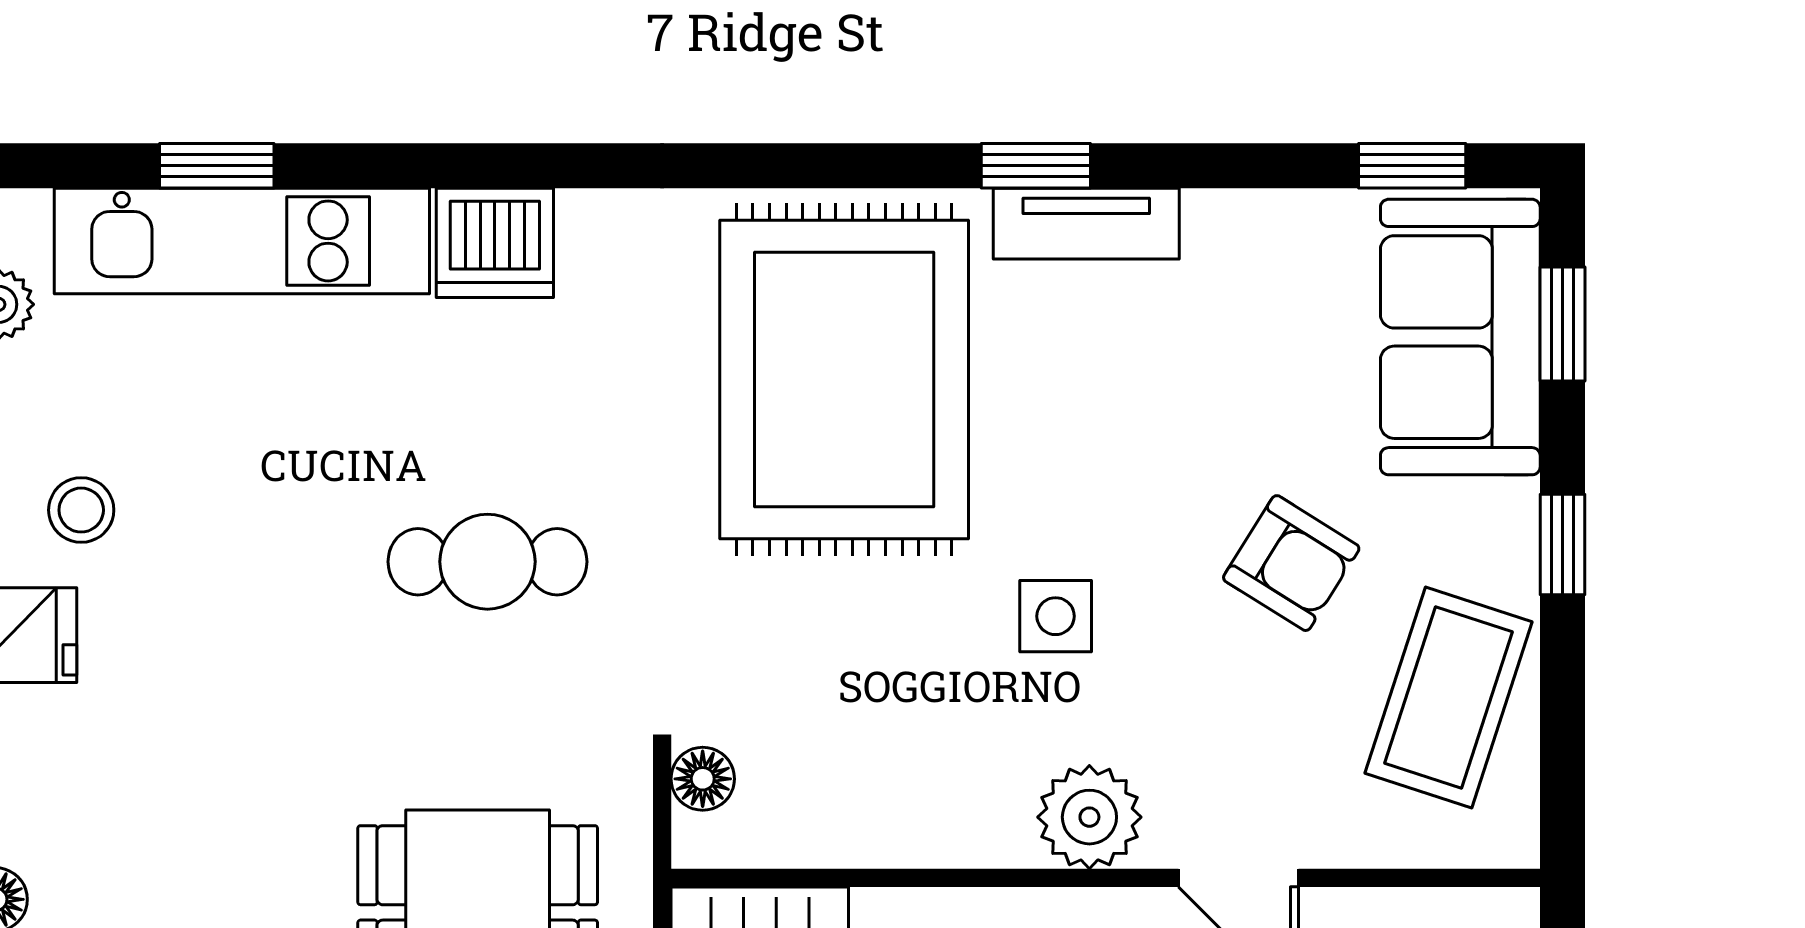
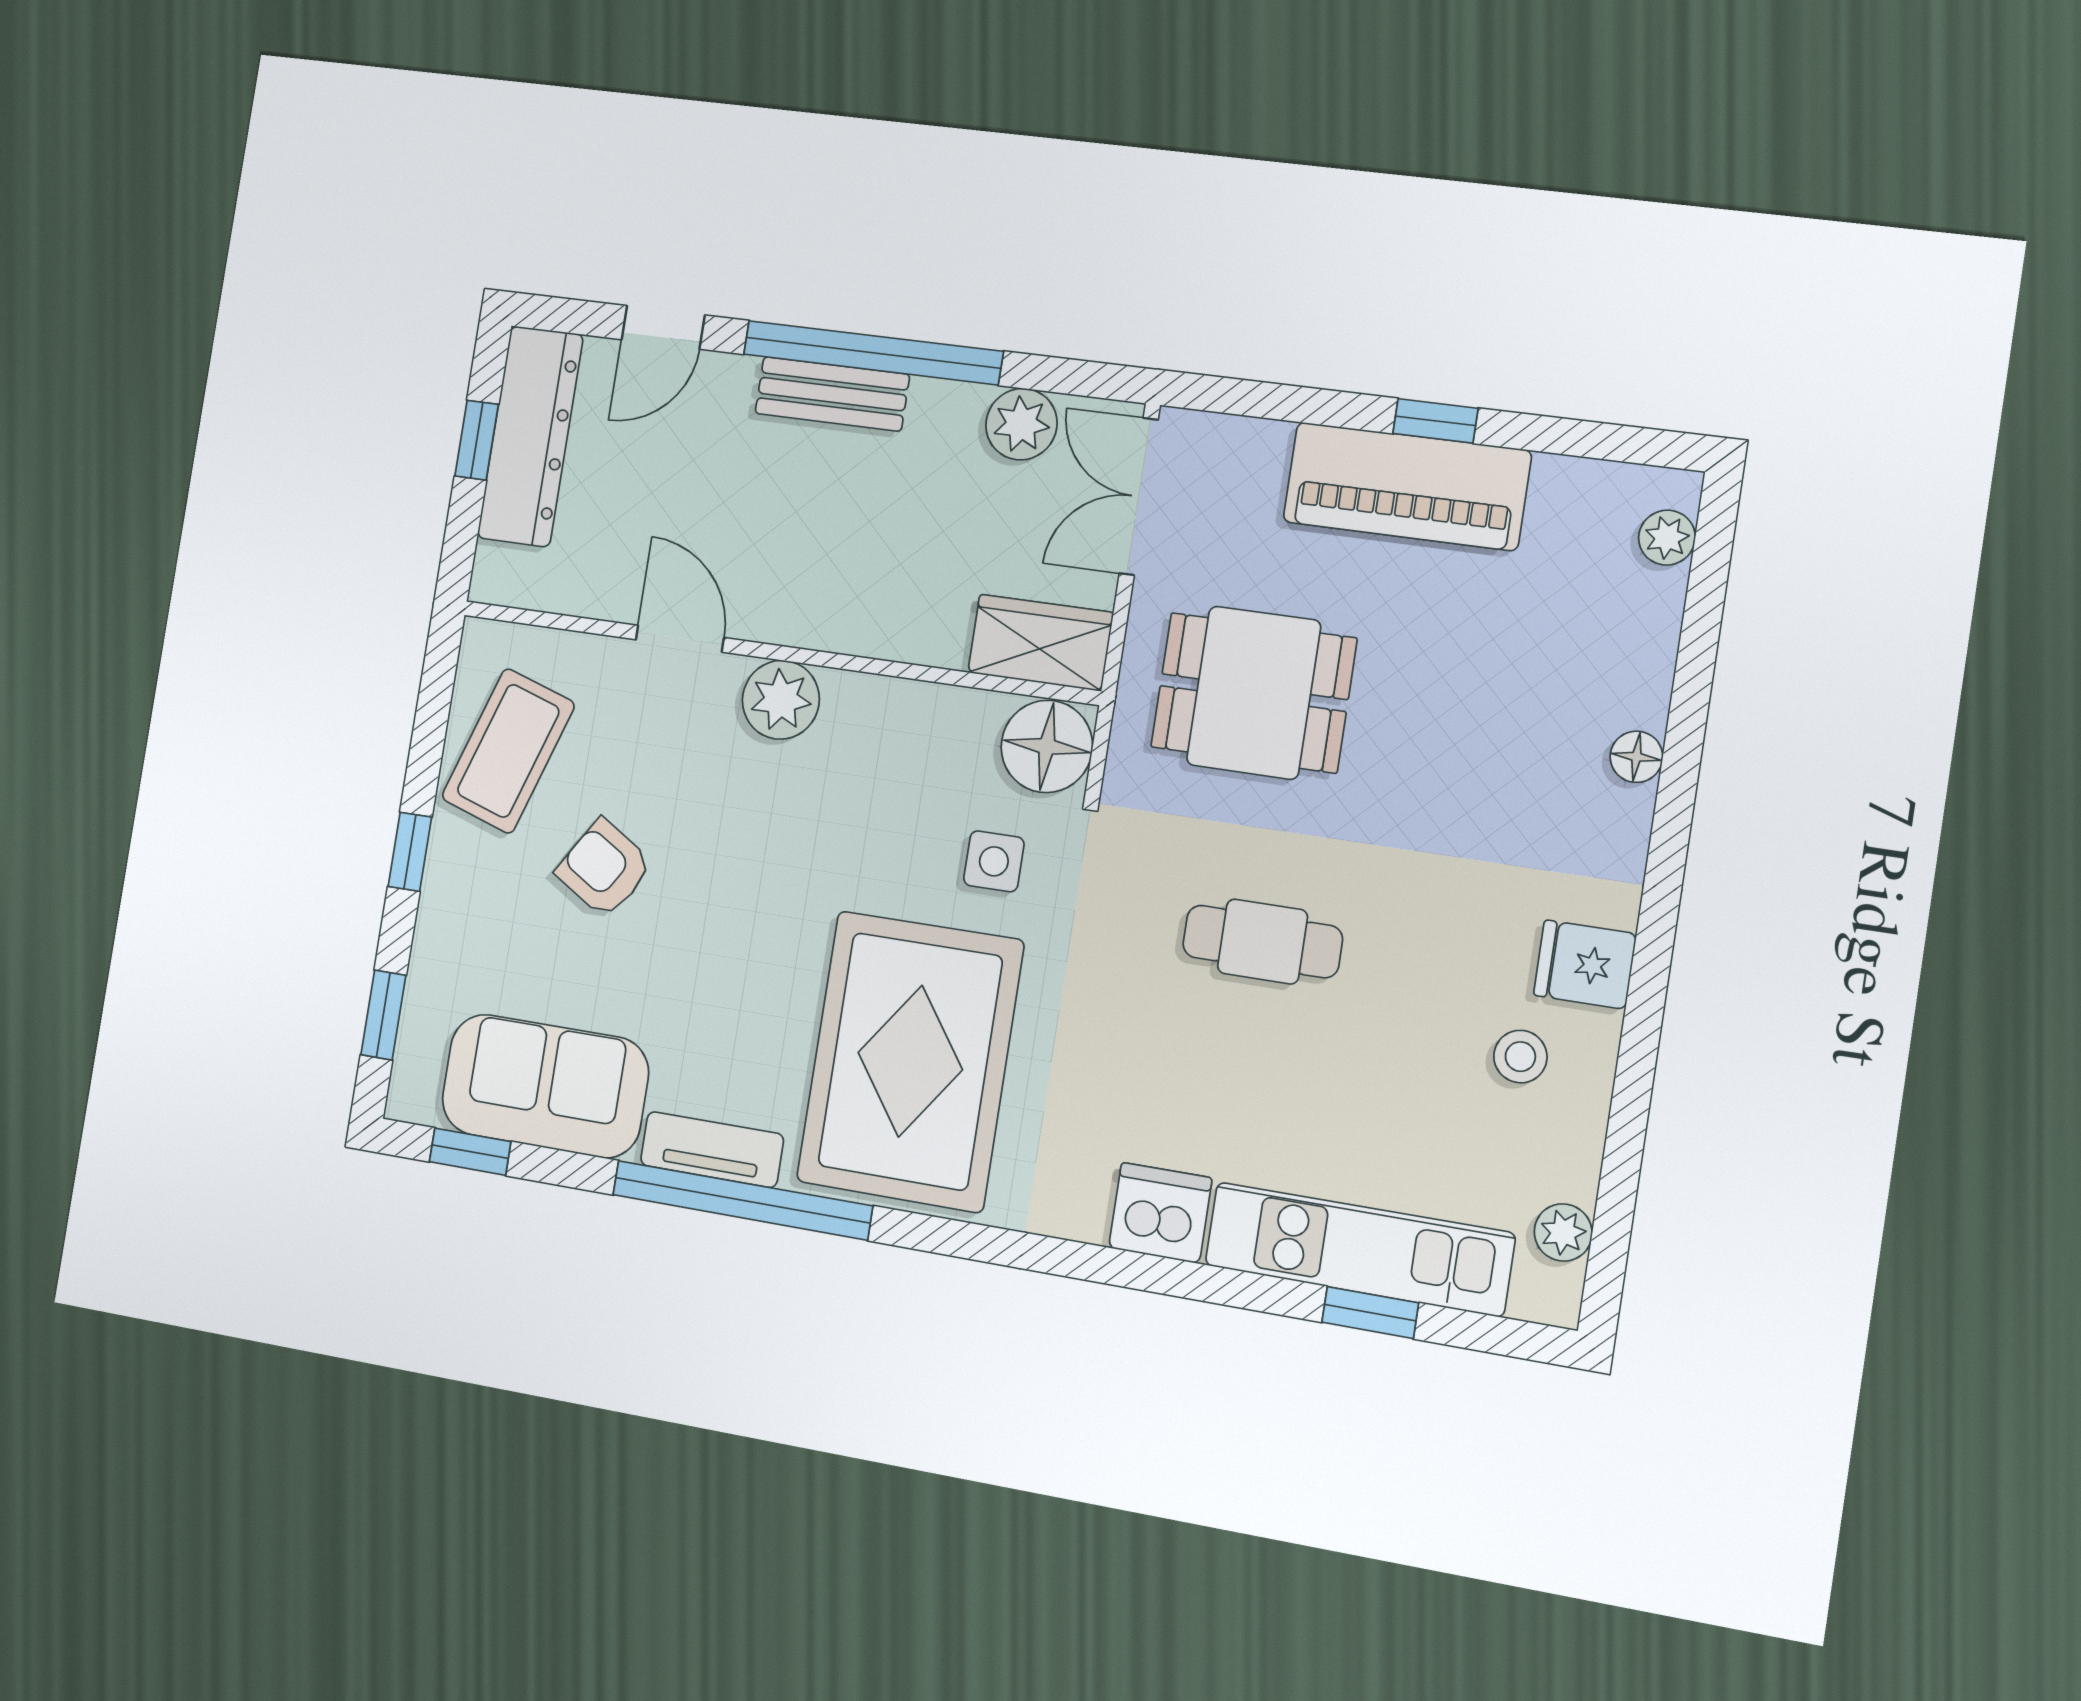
window: (1036, 166) -> (742, 1200), width x3.17
sofa: (1460, 337) -> (545, 1086), moved, turned -90
cafe table: (487, 562) -> (1263, 942), moved
side table: (1056, 616) -> (994, 861), moved
floor lamp: (703, 779) -> (1047, 746), width x1.89, depth x1.89

